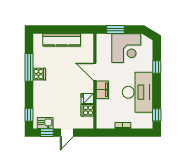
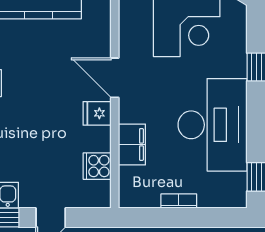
filing cabinet: (102, 90) -> (132, 144), moved
fridge: (87, 98) -> (97, 113), moved

